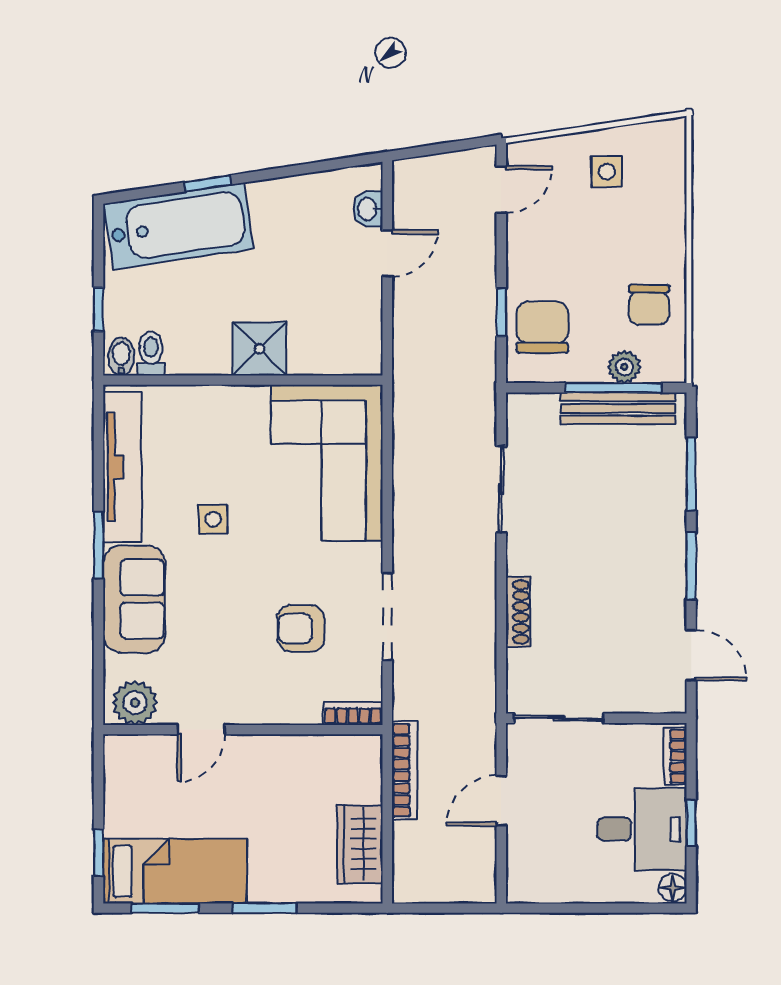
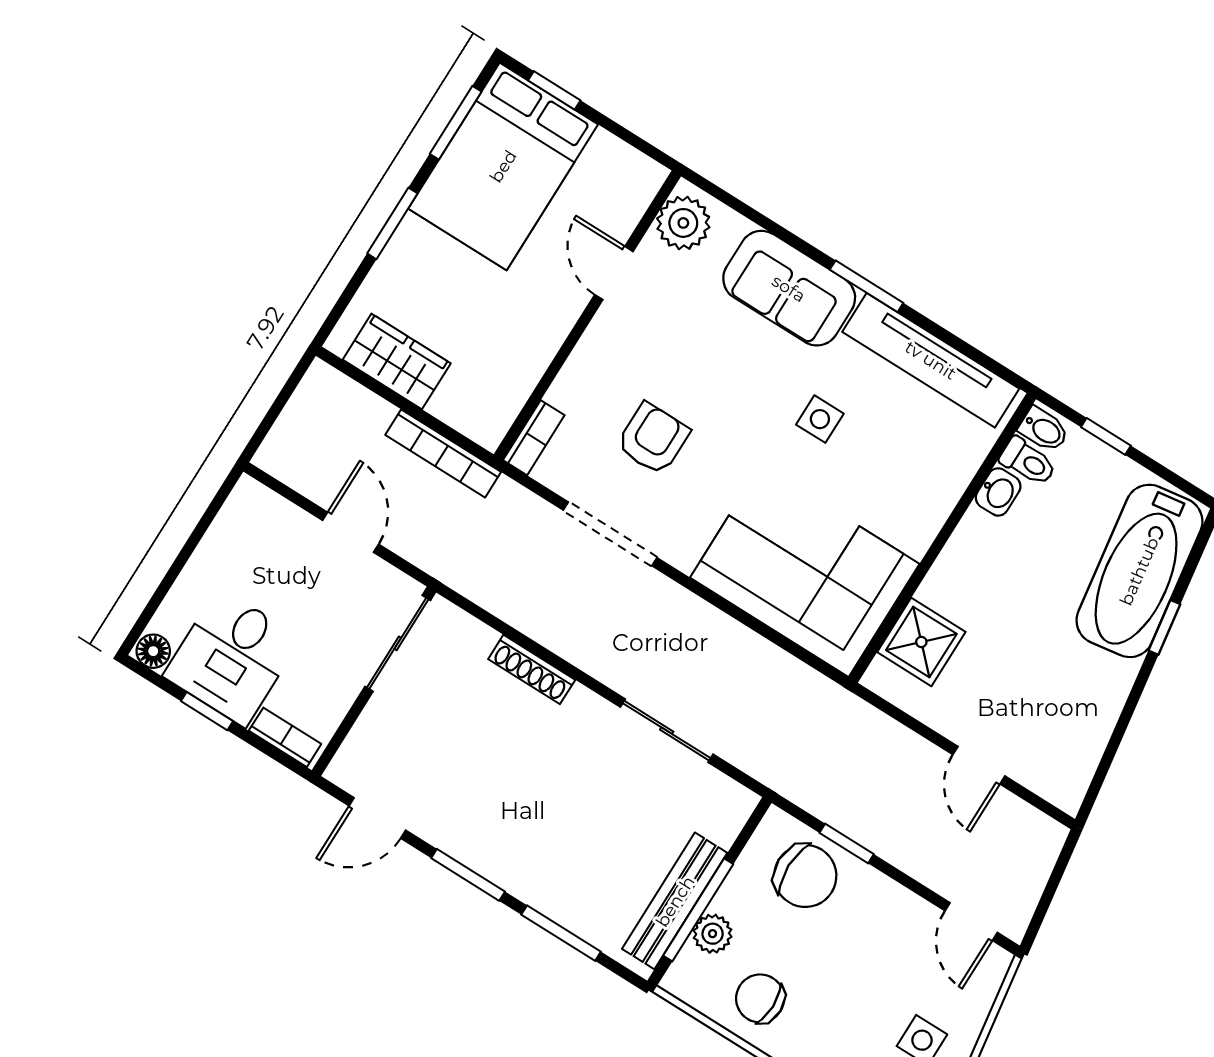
washbasin: (368, 209) -> (998, 492), moved, turned 90
shower: (260, 349) -> (921, 642), moved
bed: (175, 871) -> (503, 166), width x1.50

